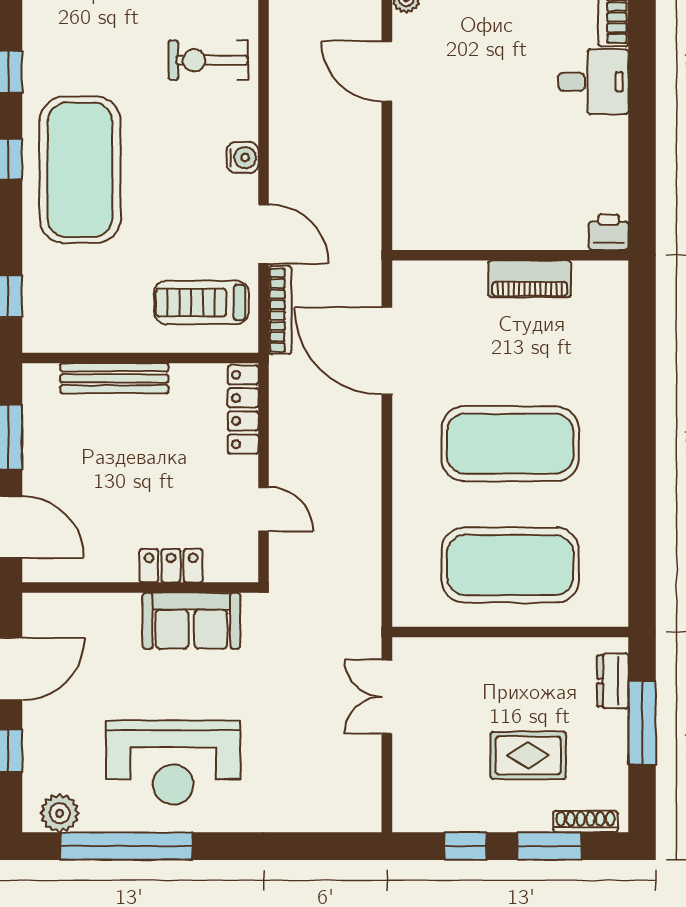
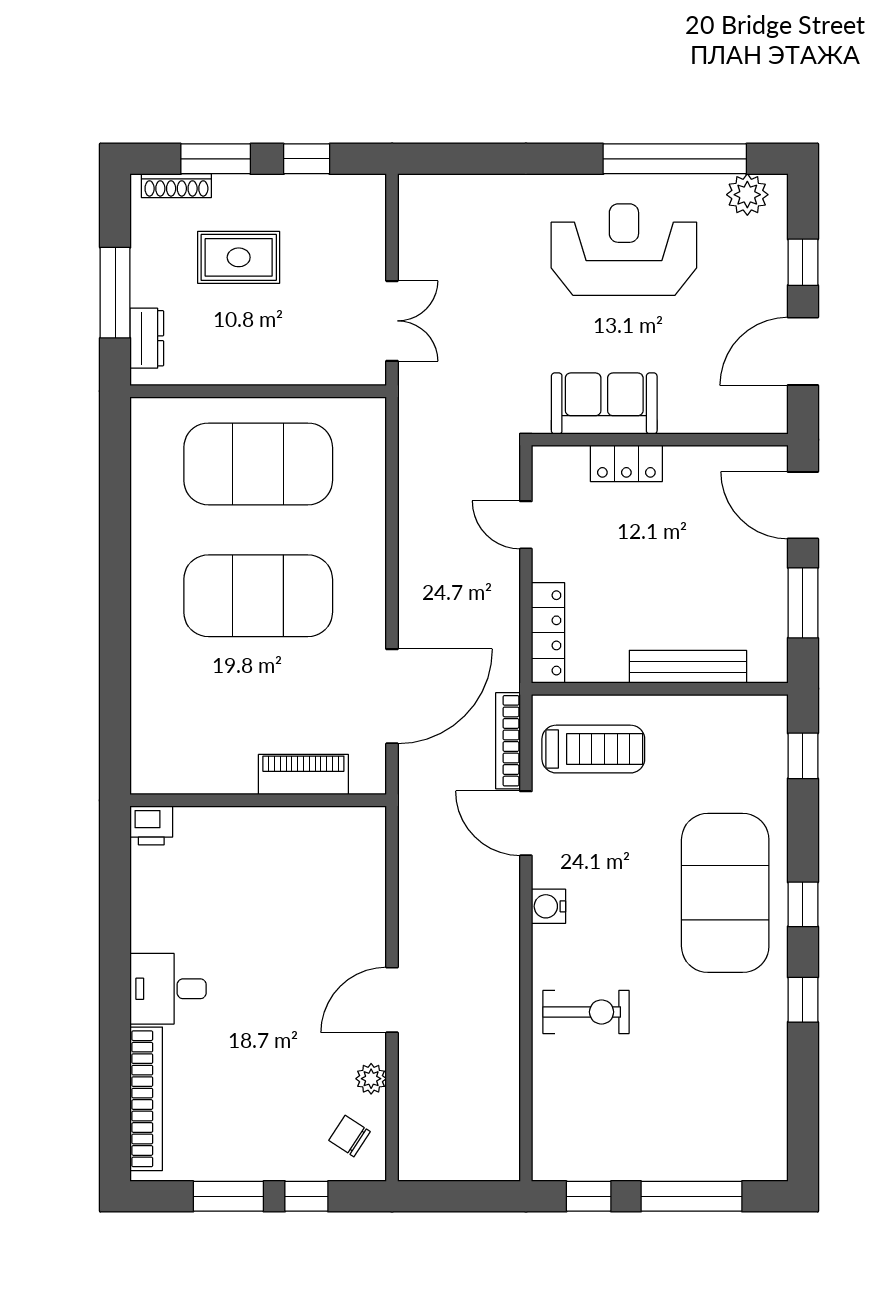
door: (387, 71) -> (392, 1000), swing flipped
piano: (530, 279) -> (303, 775), moved
door: (387, 351) -> (392, 696), hinge flipped

